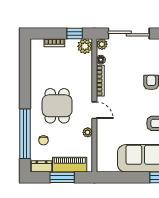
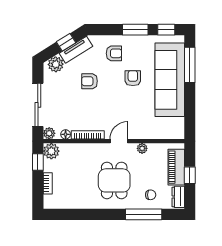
dining table: (57, 106) -> (114, 180), turned 90
window: (25, 134) -> (144, 214), width x0.68
window: (62, 177) -> (190, 175), width x0.67

